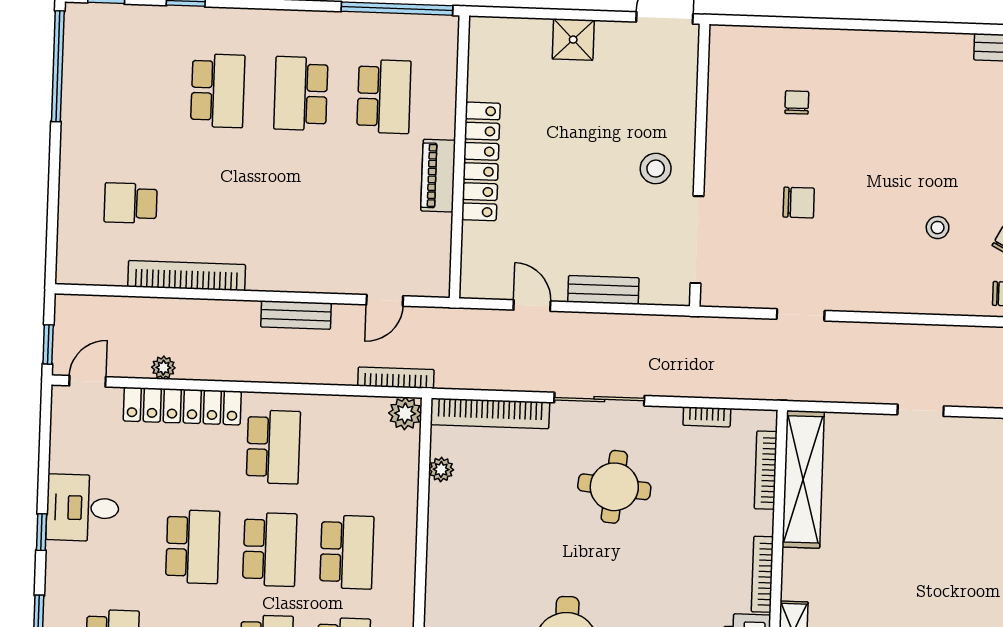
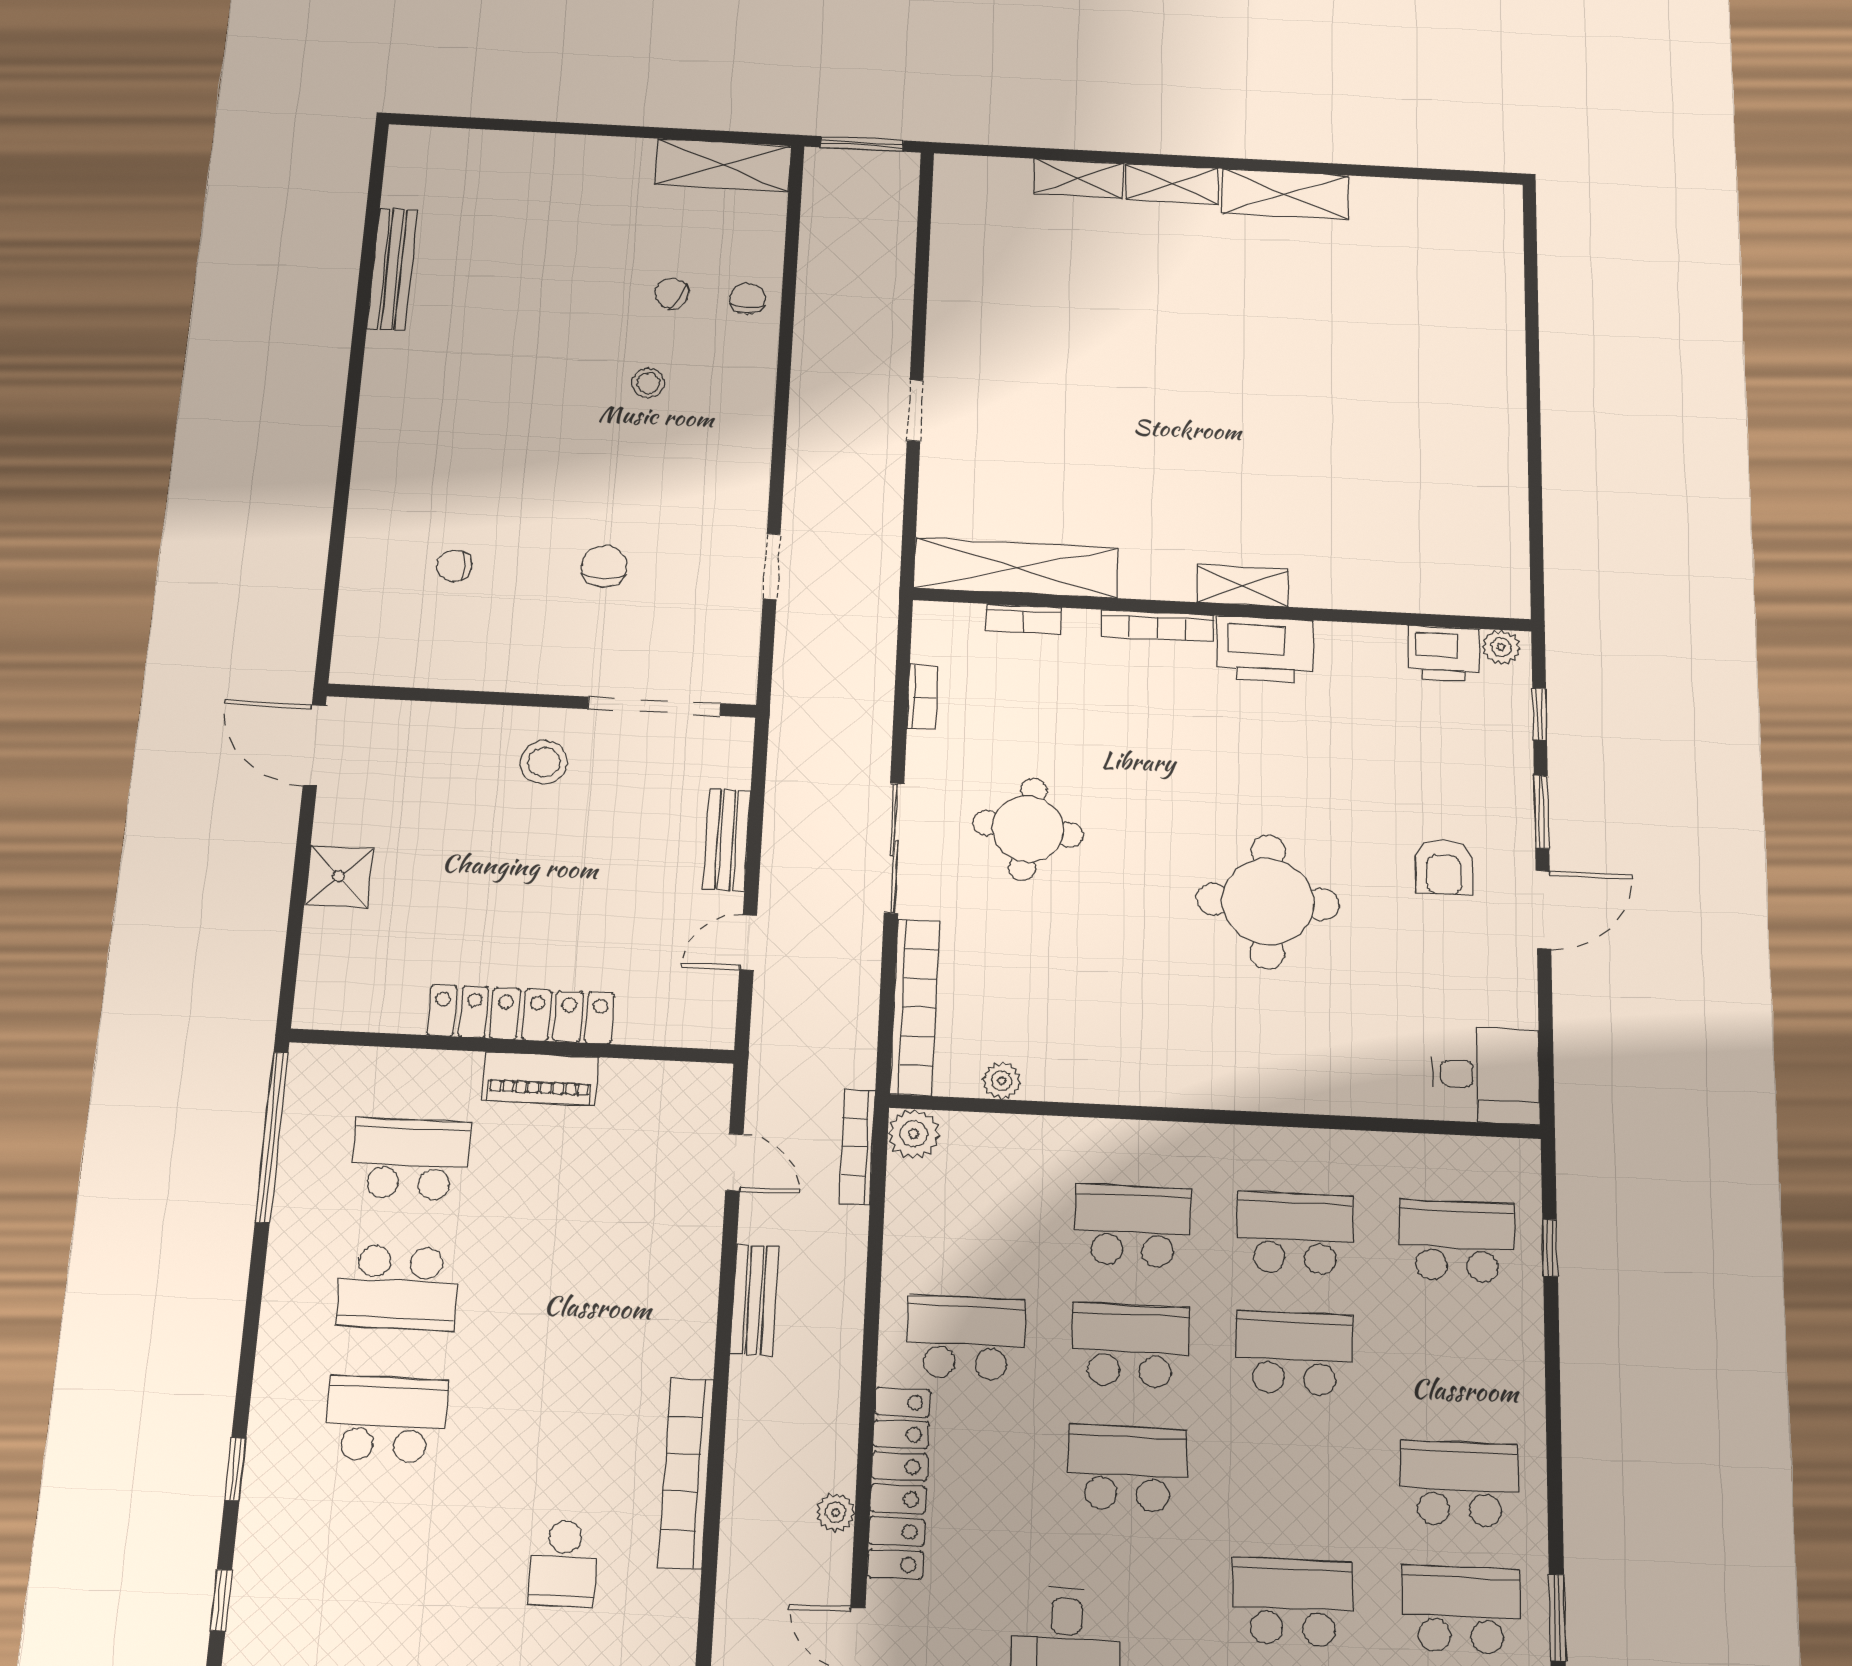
bookcase: (766, 470) -> (1023, 619), width x0.64

